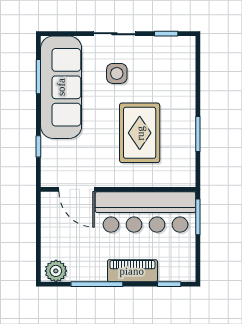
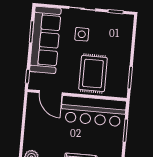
door: (77, 189) -> (51, 93), moved
wall: (118, 189) -> (77, 95), moved
bar counter: (146, 212) -> (93, 111), moved

